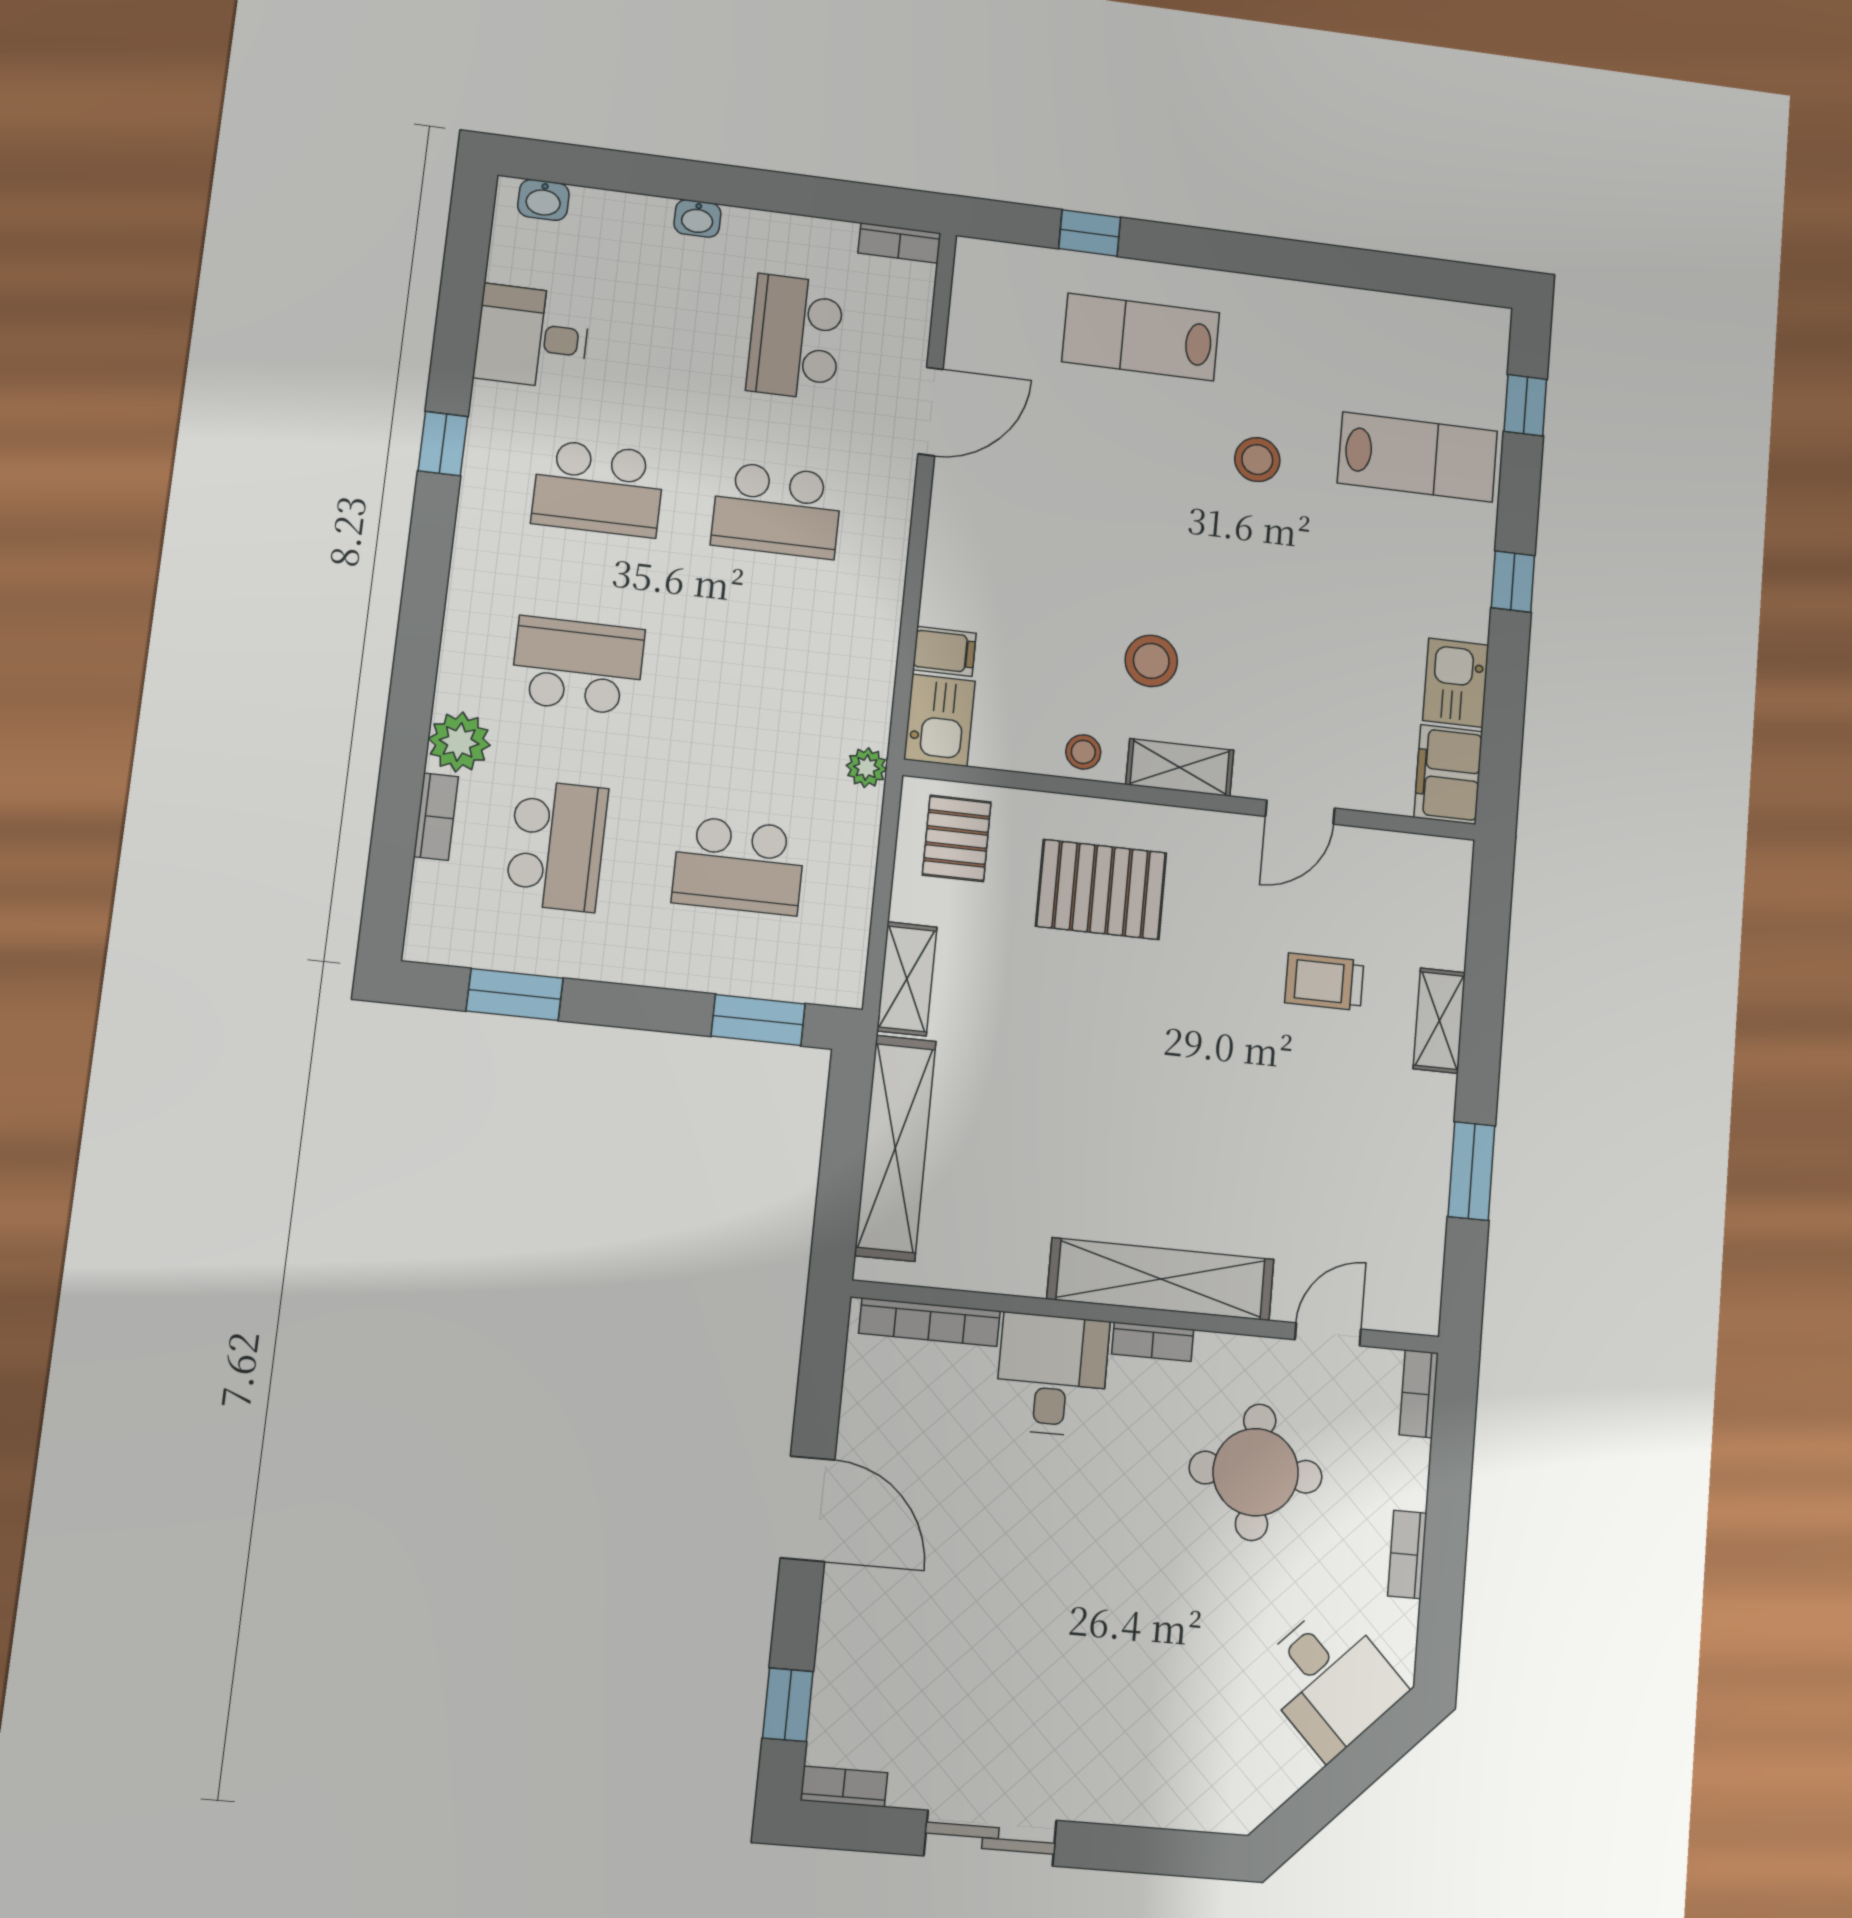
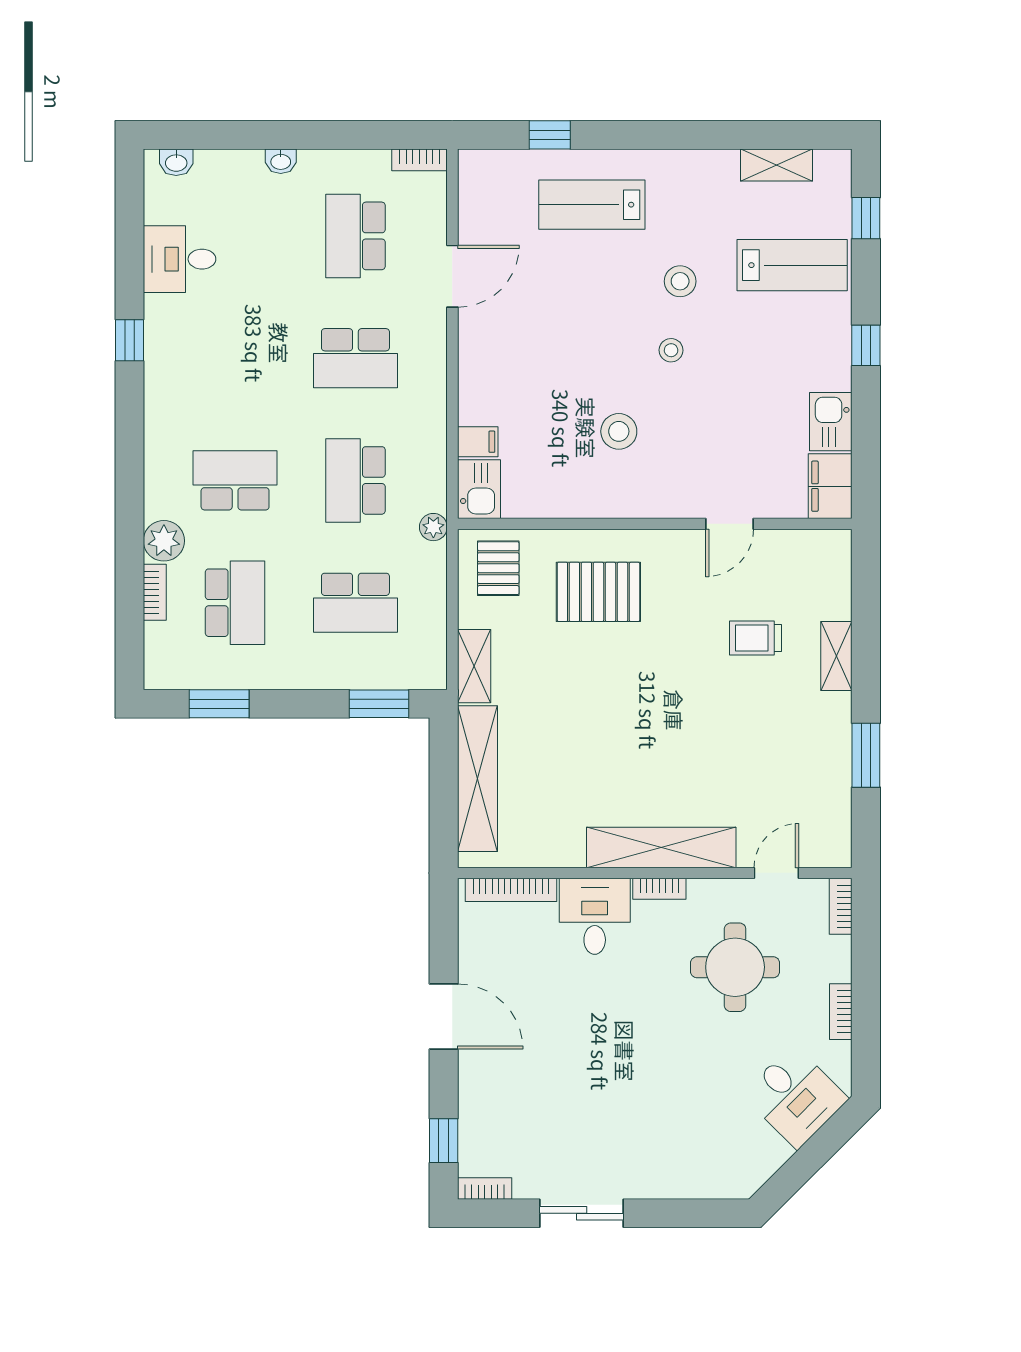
school desk: (598, 489) -> (355, 480), moved, turned 90
stool: (1083, 752) -> (671, 350), moved
shelving: (1180, 767) -> (777, 165), moved

